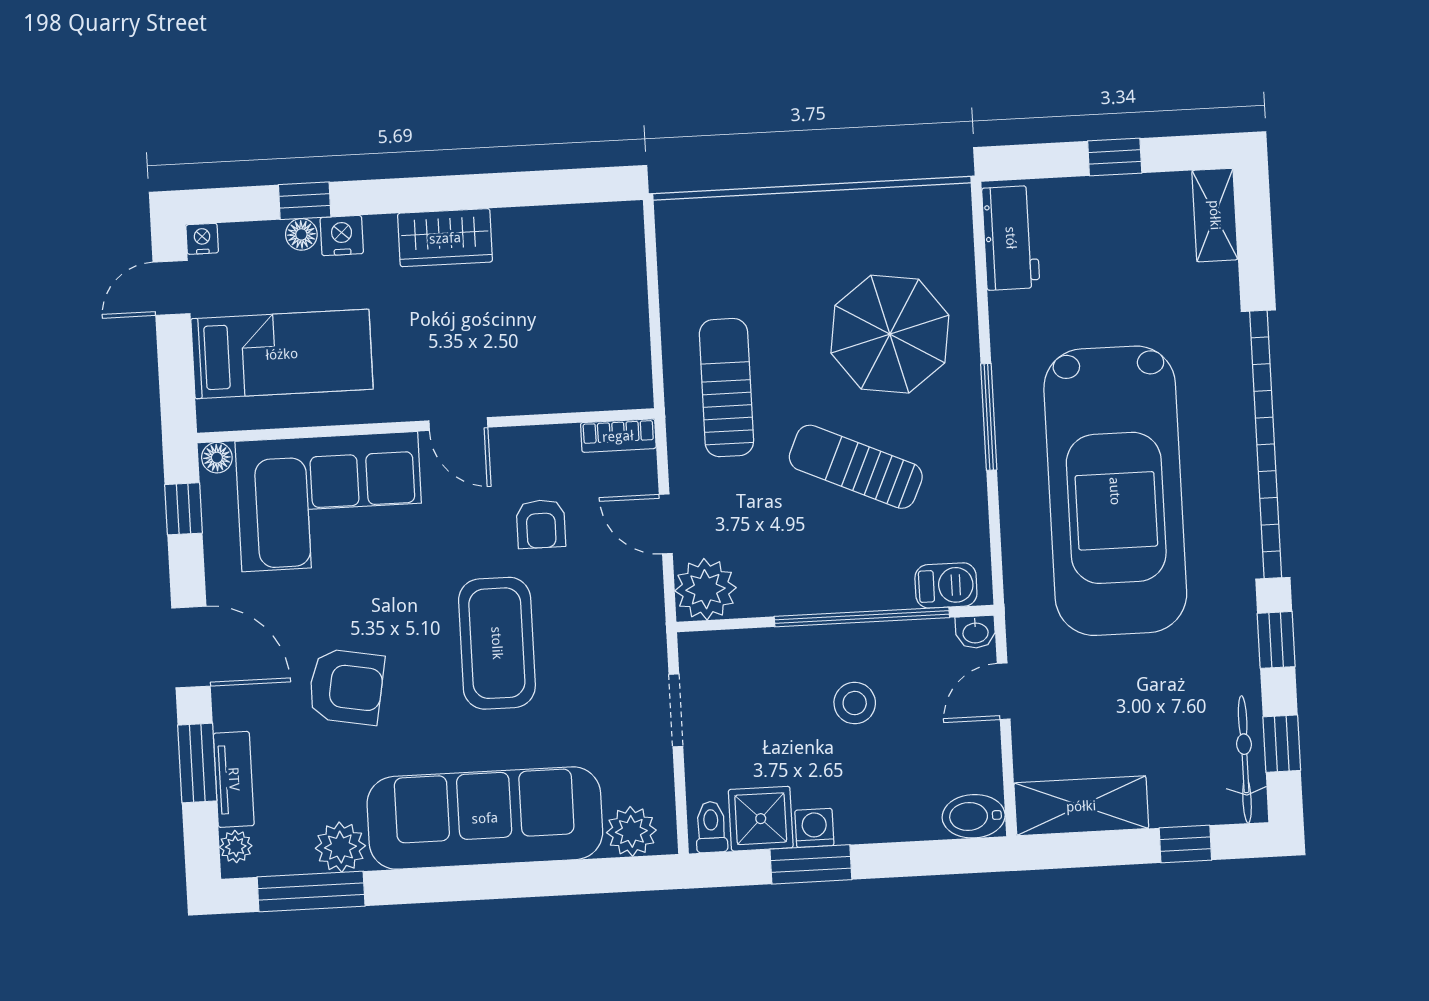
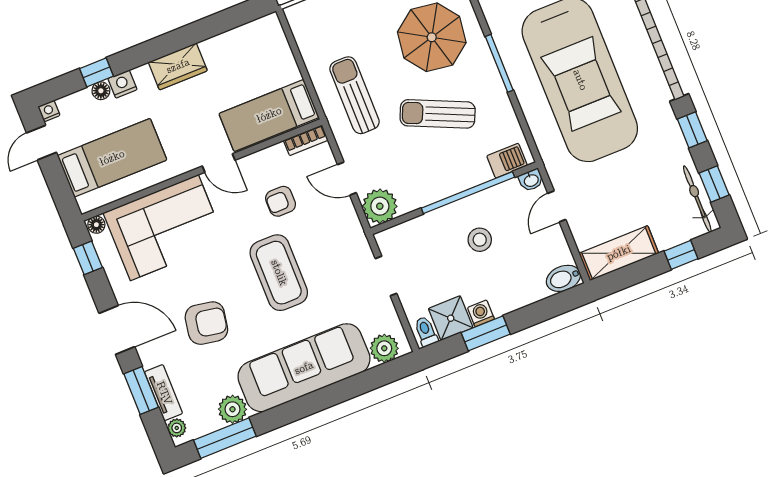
bed: (571, 373) -> (269, 115), added
armchair: (541, 524) -> (281, 201), turned 90

